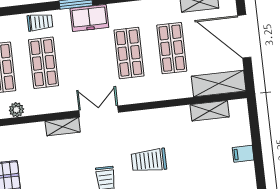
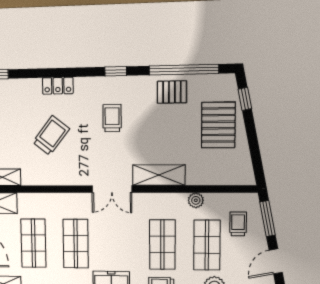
shelving: (63, 127) -> (159, 175), width x1.50, depth x1.33
trolley: (149, 160) -> (51, 135), moved, turned -52

